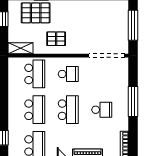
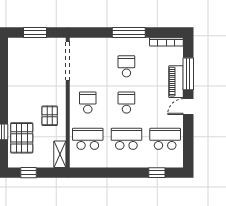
window: (133, 25) -> (35, 32), width x0.69
window: (133, 102) -> (129, 32), moved
school desk: (68, 110) -> (126, 103), width x0.54

